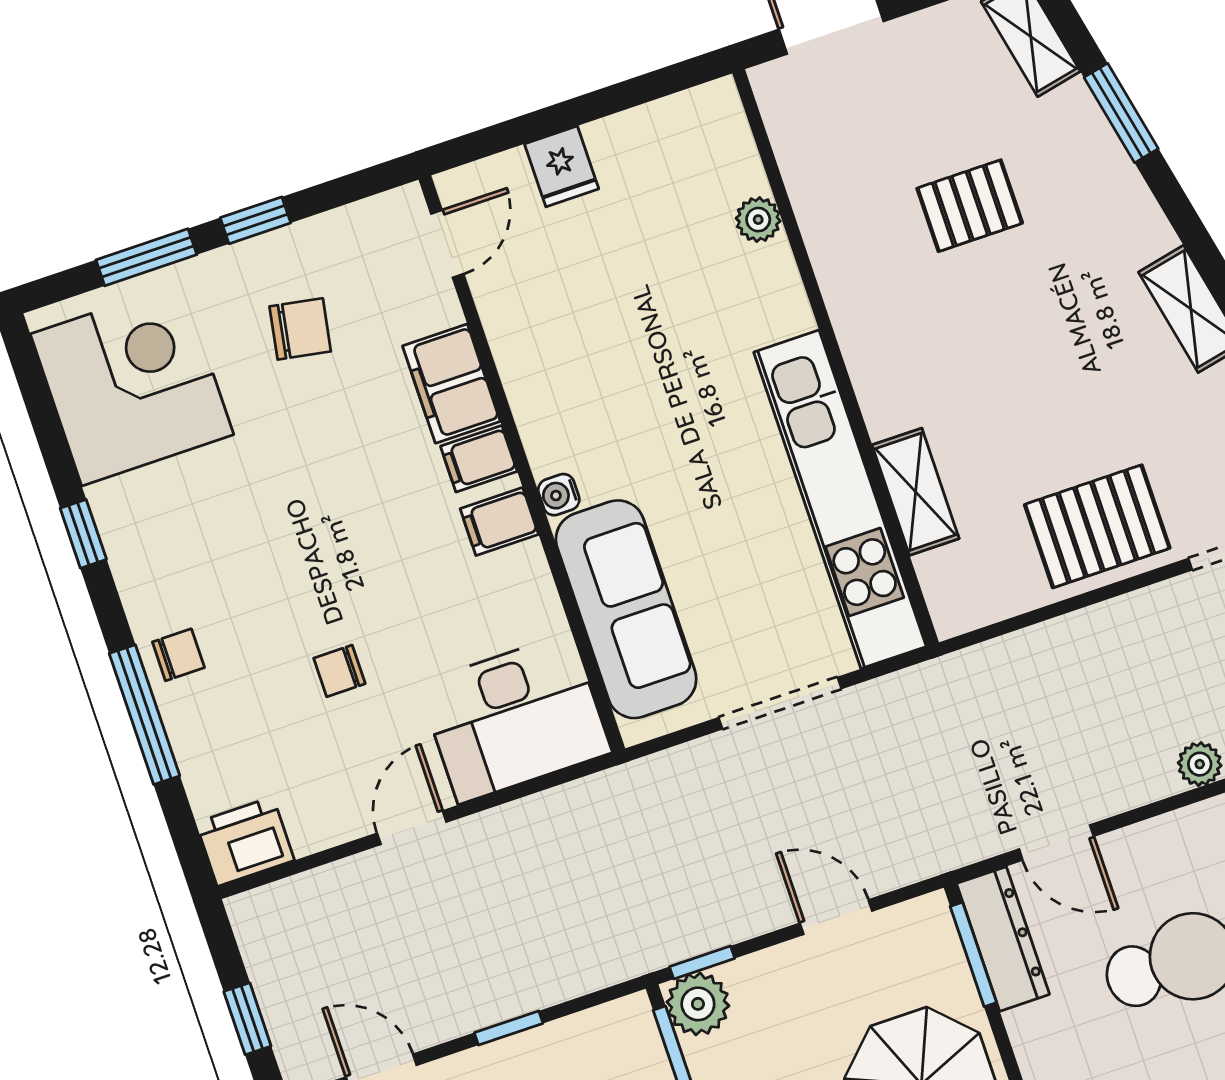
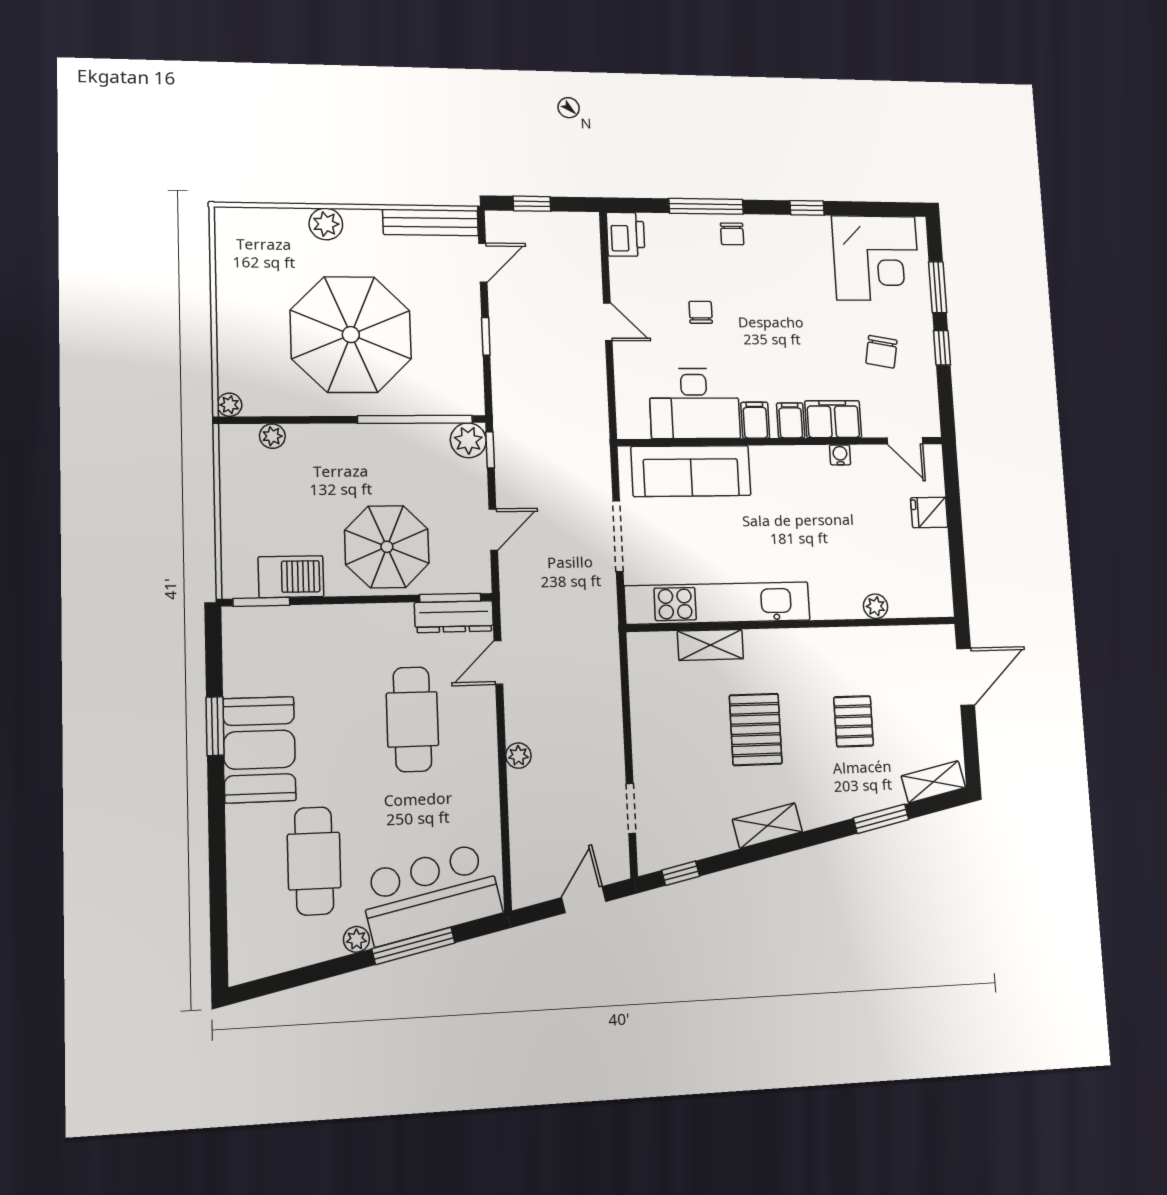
water cooler: (559, 495) -> (840, 455), moved
pallet: (1097, 526) -> (756, 729), moved
desk: (515, 718) -> (694, 404), moved, turned -90

